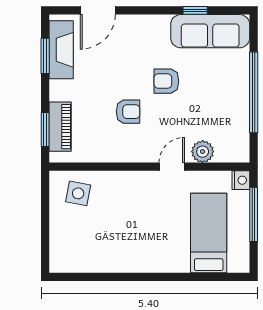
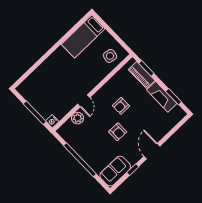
door: (98, 10) -> (152, 151), moved
sofa: (210, 31) -> (115, 171), width x0.73
fireplace: (61, 50) -> (162, 97), moved
armchair: (166, 81) -> (118, 132), turned 90
bed: (209, 233) -> (83, 36), moved, turned 90

